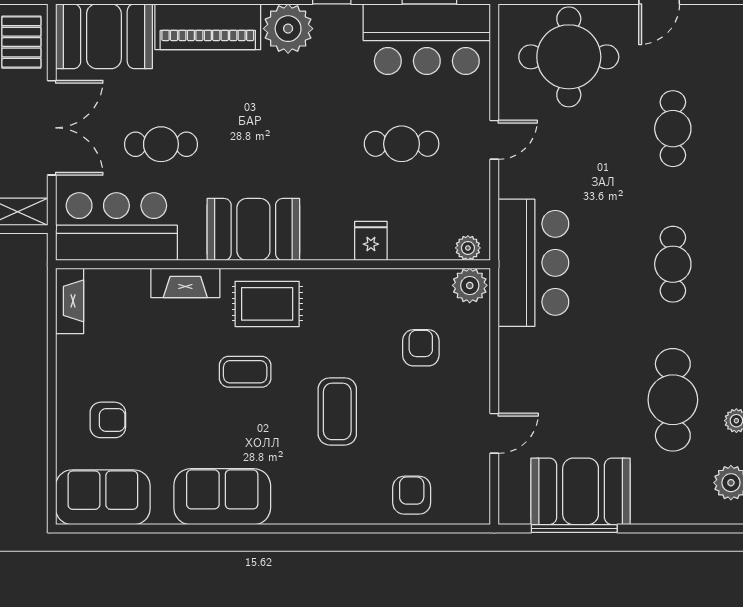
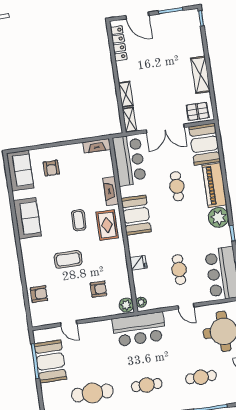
cafe table: (161, 144) -> (177, 186), moved

